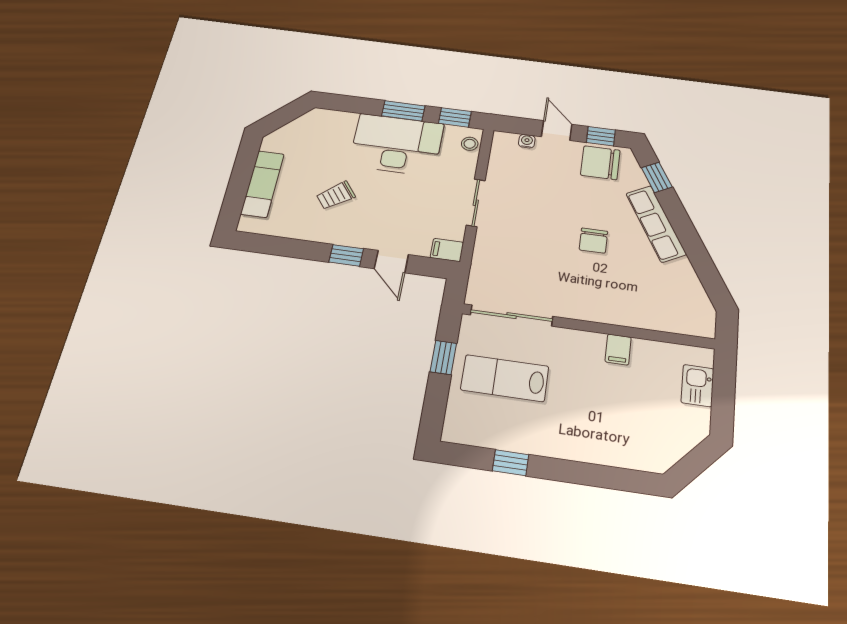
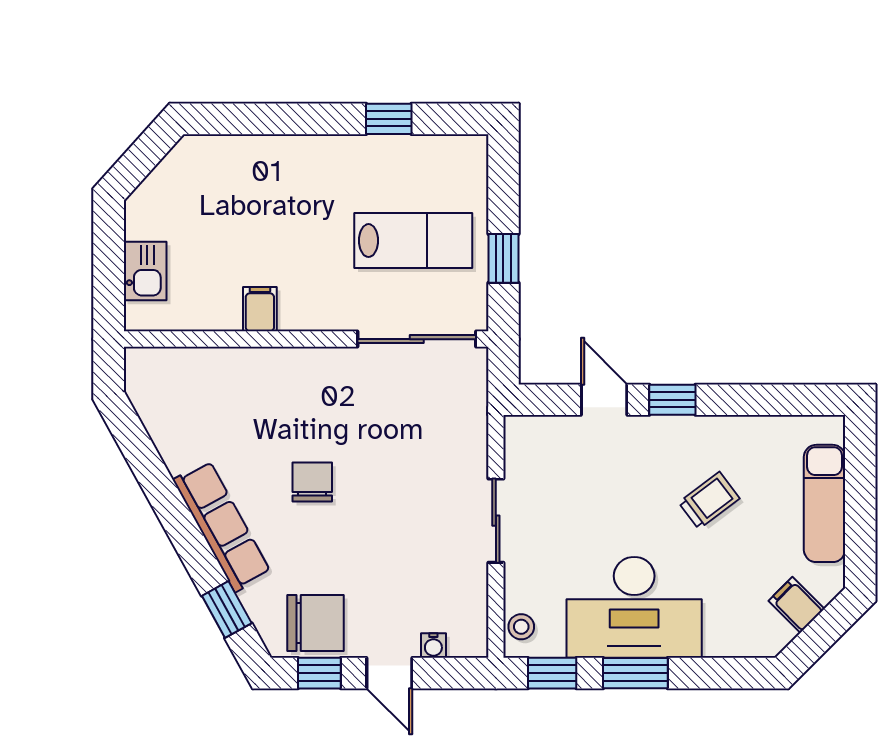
filing cabinet: (447, 250) -> (796, 605), moved, turned -135

